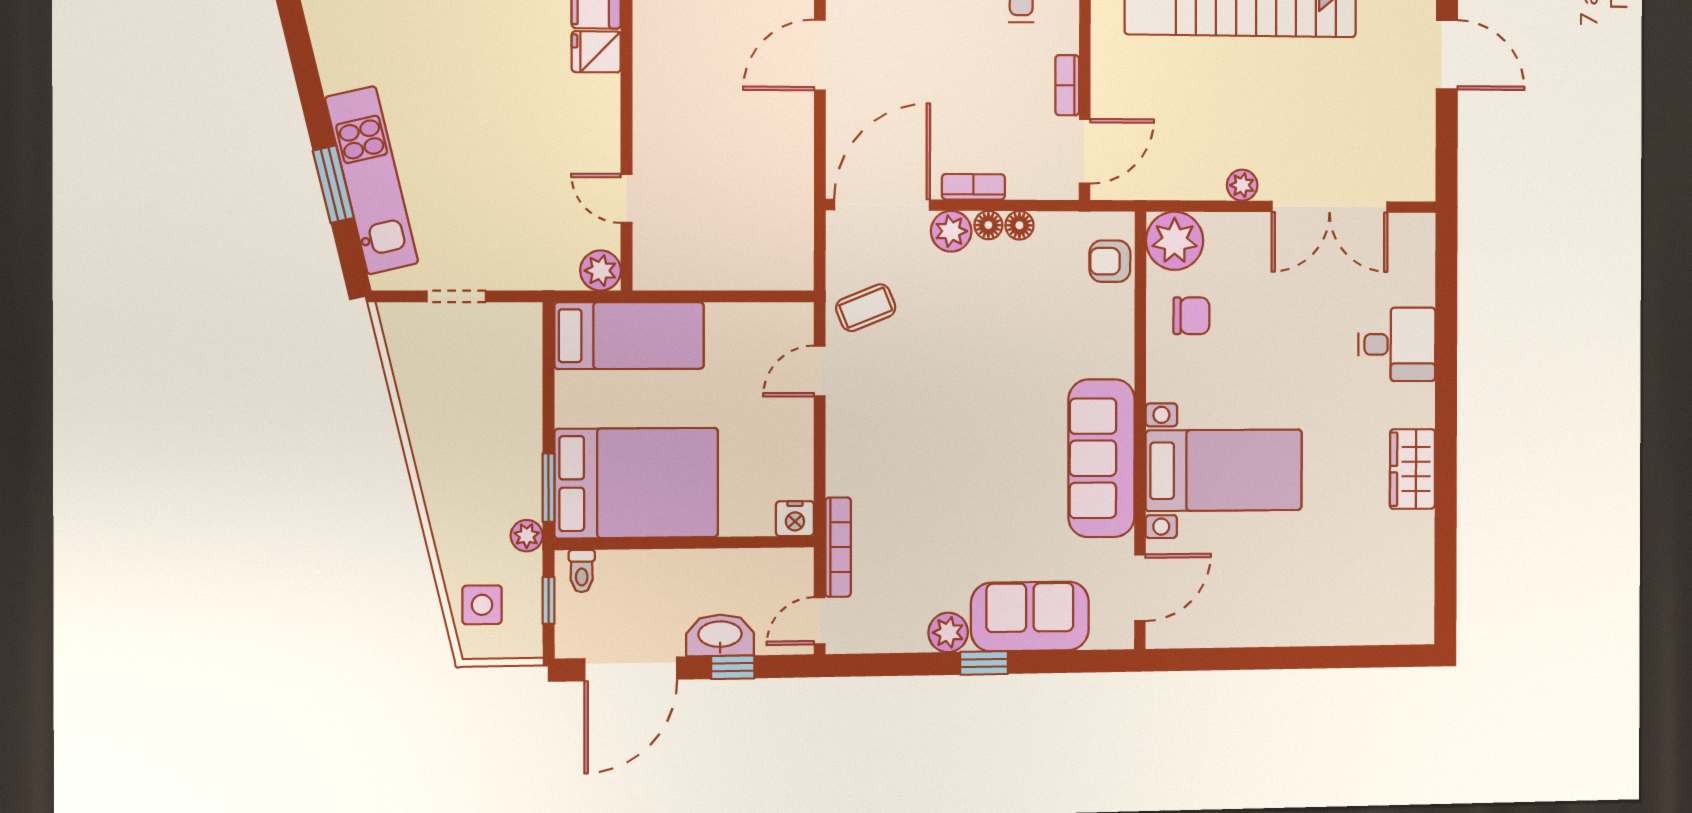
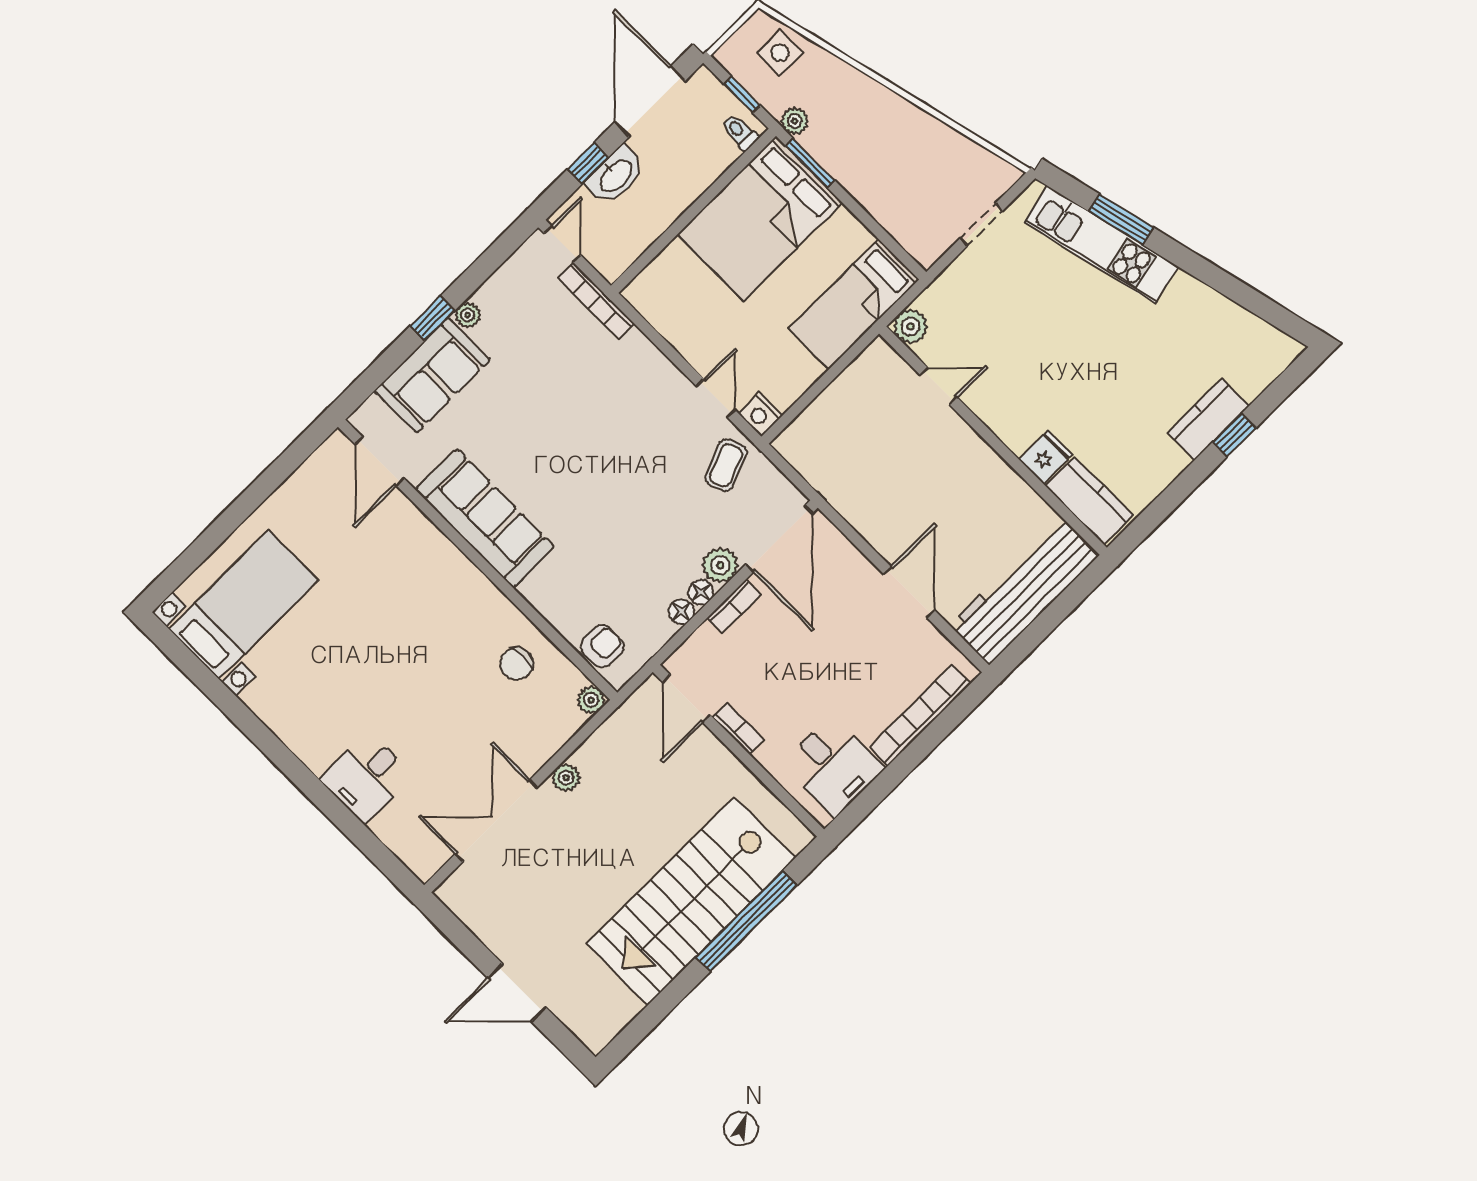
plant: (1175, 241) -> (591, 700), width x0.53, depth x0.53
wardrobe: (1412, 469) -> (277, 709), removed
bed with nightstands: (1224, 470) -> (244, 605), moved, turned 180
nightstand: (795, 519) -> (760, 414), moved, turned -90
plant: (948, 632) -> (468, 315), width x0.73, depth x0.73

